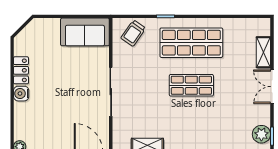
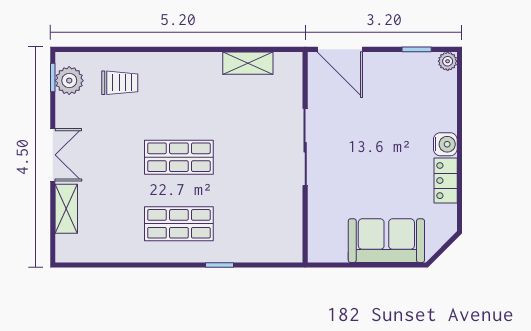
sofa: (85, 32) -> (386, 241), moved
trolley: (133, 33) -> (120, 83), moved, turned 55
shop shelf: (191, 43) -> (179, 224), width x0.70, depth x0.74

